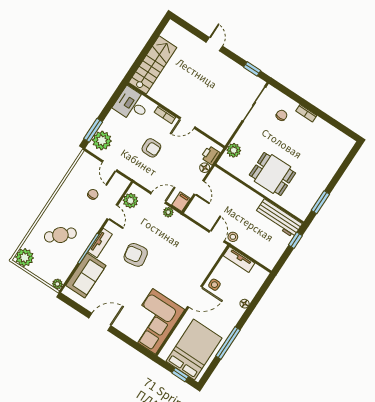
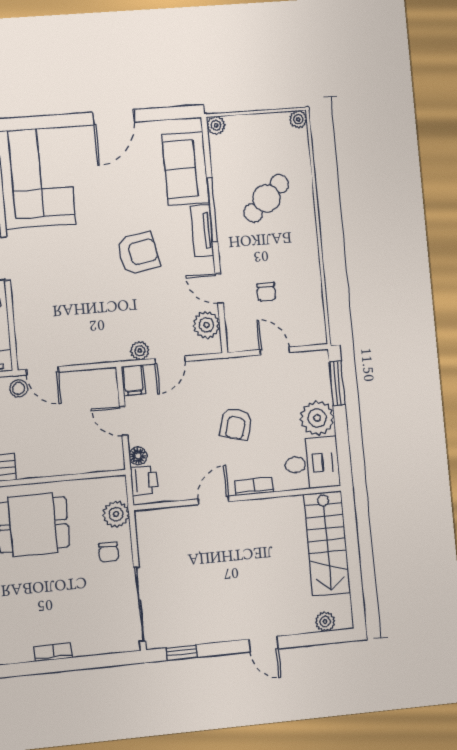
plant: (180, 32) -> (325, 622), added
chair: (282, 115) -> (109, 552), moved
plant: (102, 141) -> (317, 418), moved
armchair: (151, 148) -> (236, 424), turned -74
plant: (25, 257) -> (298, 119), width x0.53, depth x0.53

